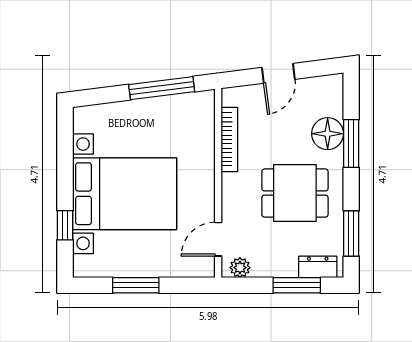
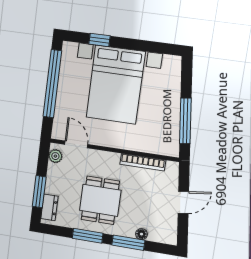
door: (278, 73) -> (183, 202), swing flipped
floor lamp: (328, 134) -> (141, 234), width x0.53, depth x0.53
window: (351, 234) -> (88, 236), moved
window: (136, 285) -> (52, 84), width x2.11

